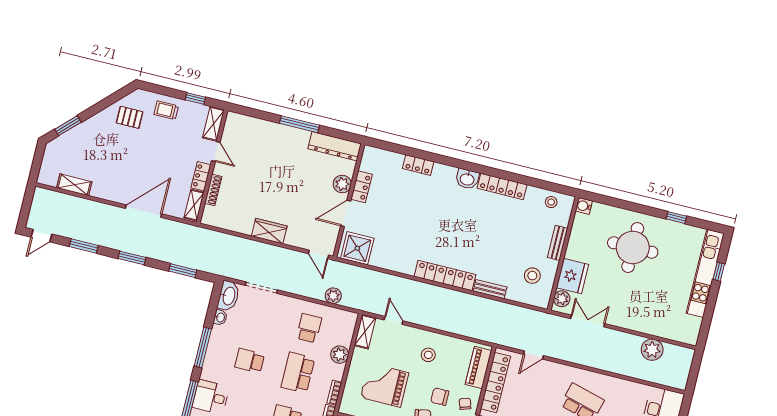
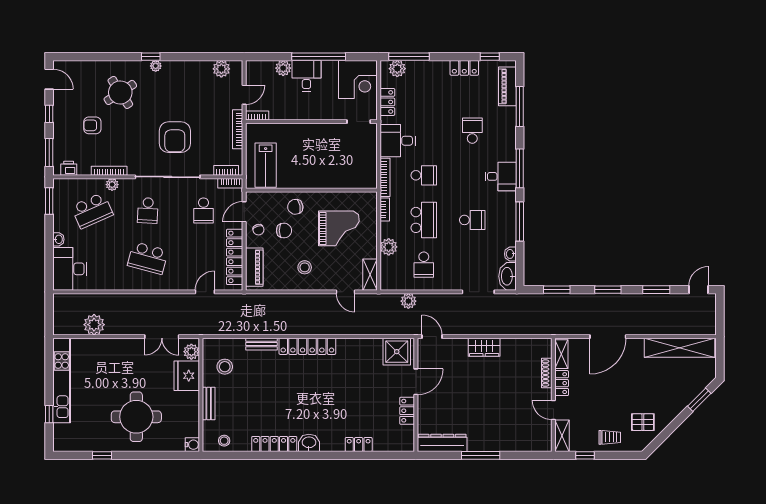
plant: (342, 184) -> (426, 409), removed
shelving: (74, 185) -> (680, 348), width x2.20, depth x1.33
kitchen unit: (705, 273) -> (62, 380), moved

